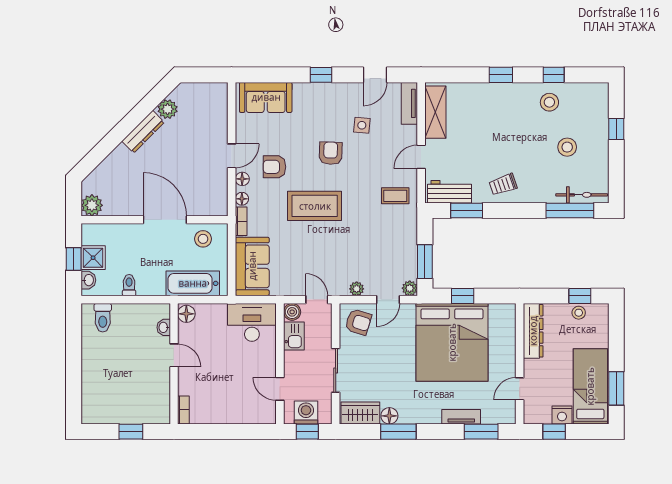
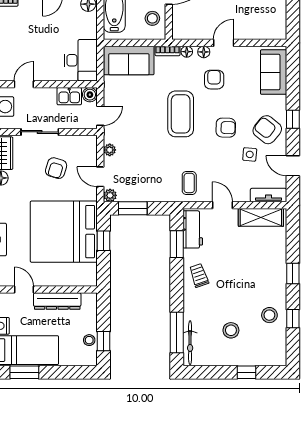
armchair: (333, 105) -> (267, 130), added
door: (232, 156) -> (224, 43), swing flipped
armchair: (358, 322) -> (56, 168), moved
dresser: (533, 331) -> (57, 301), moved

